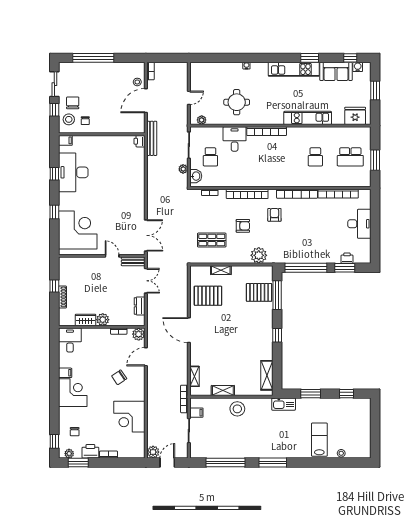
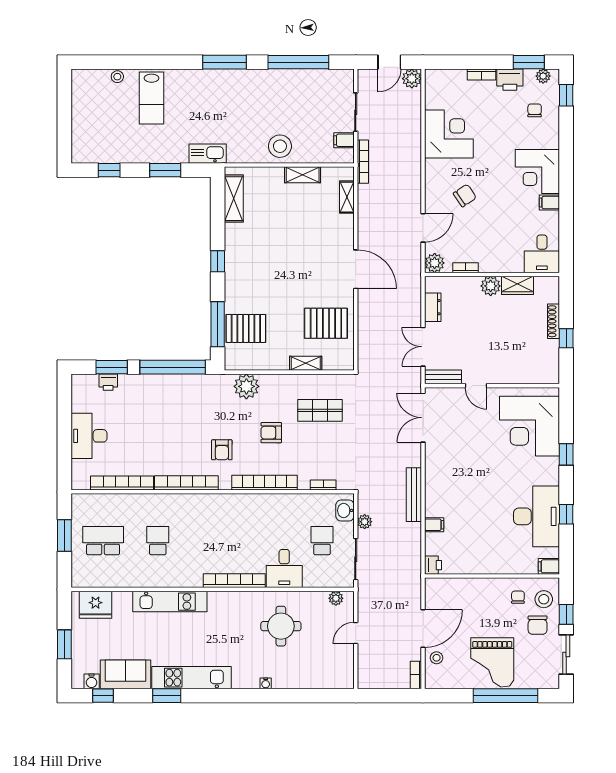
grand piano: (102, 79) -> (492, 662), added
bench: (152, 138) -> (414, 495), moved
filing cabinet: (139, 167) -> (434, 525), added

